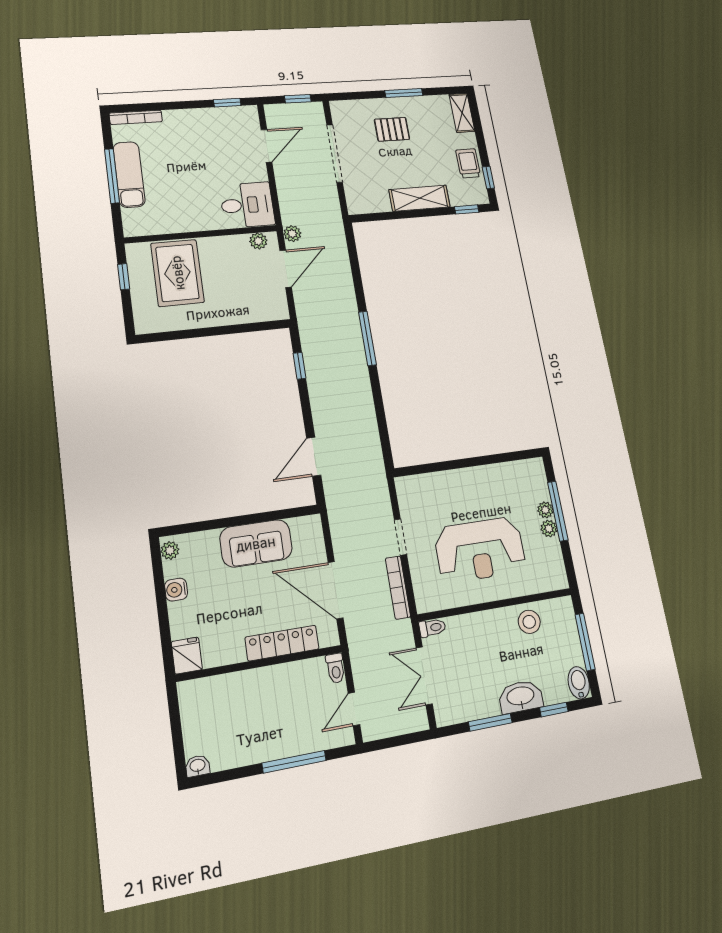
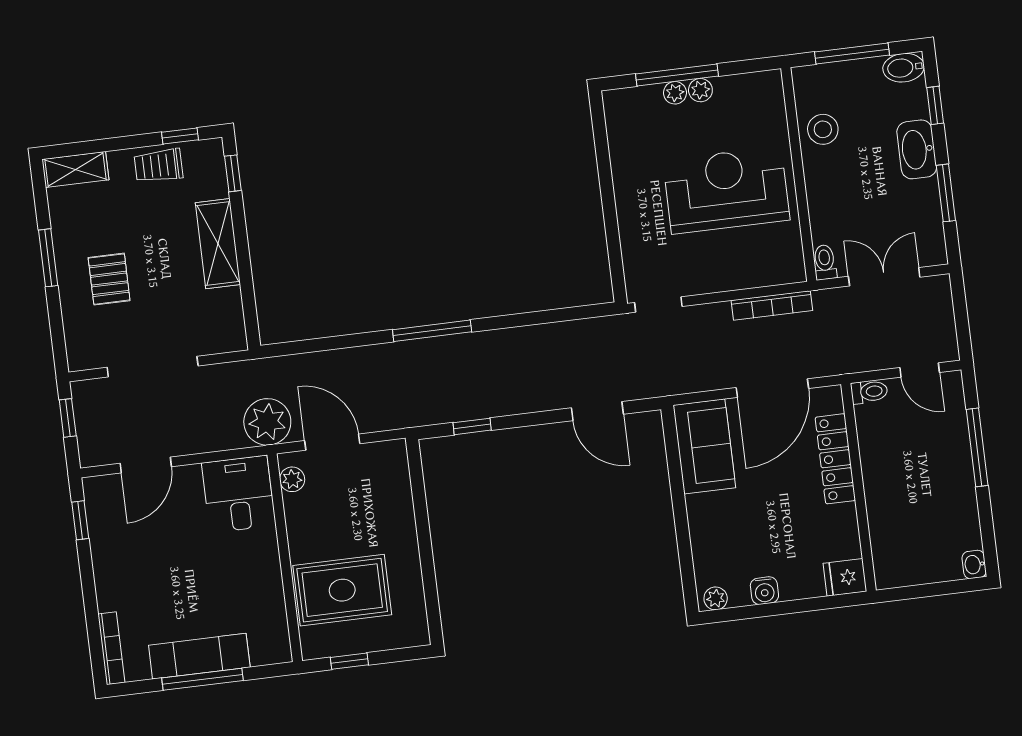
door: (267, 146) -> (146, 465), swing flipped
plant: (292, 234) -> (267, 422), width x1.88, depth x1.88
doorway: (400, 537) -> (658, 305), moved
sofa: (256, 543) -> (704, 446), moved
reception desk: (480, 550) -> (726, 190), turned -90
double door: (424, 676) -> (884, 277), swing flipped

